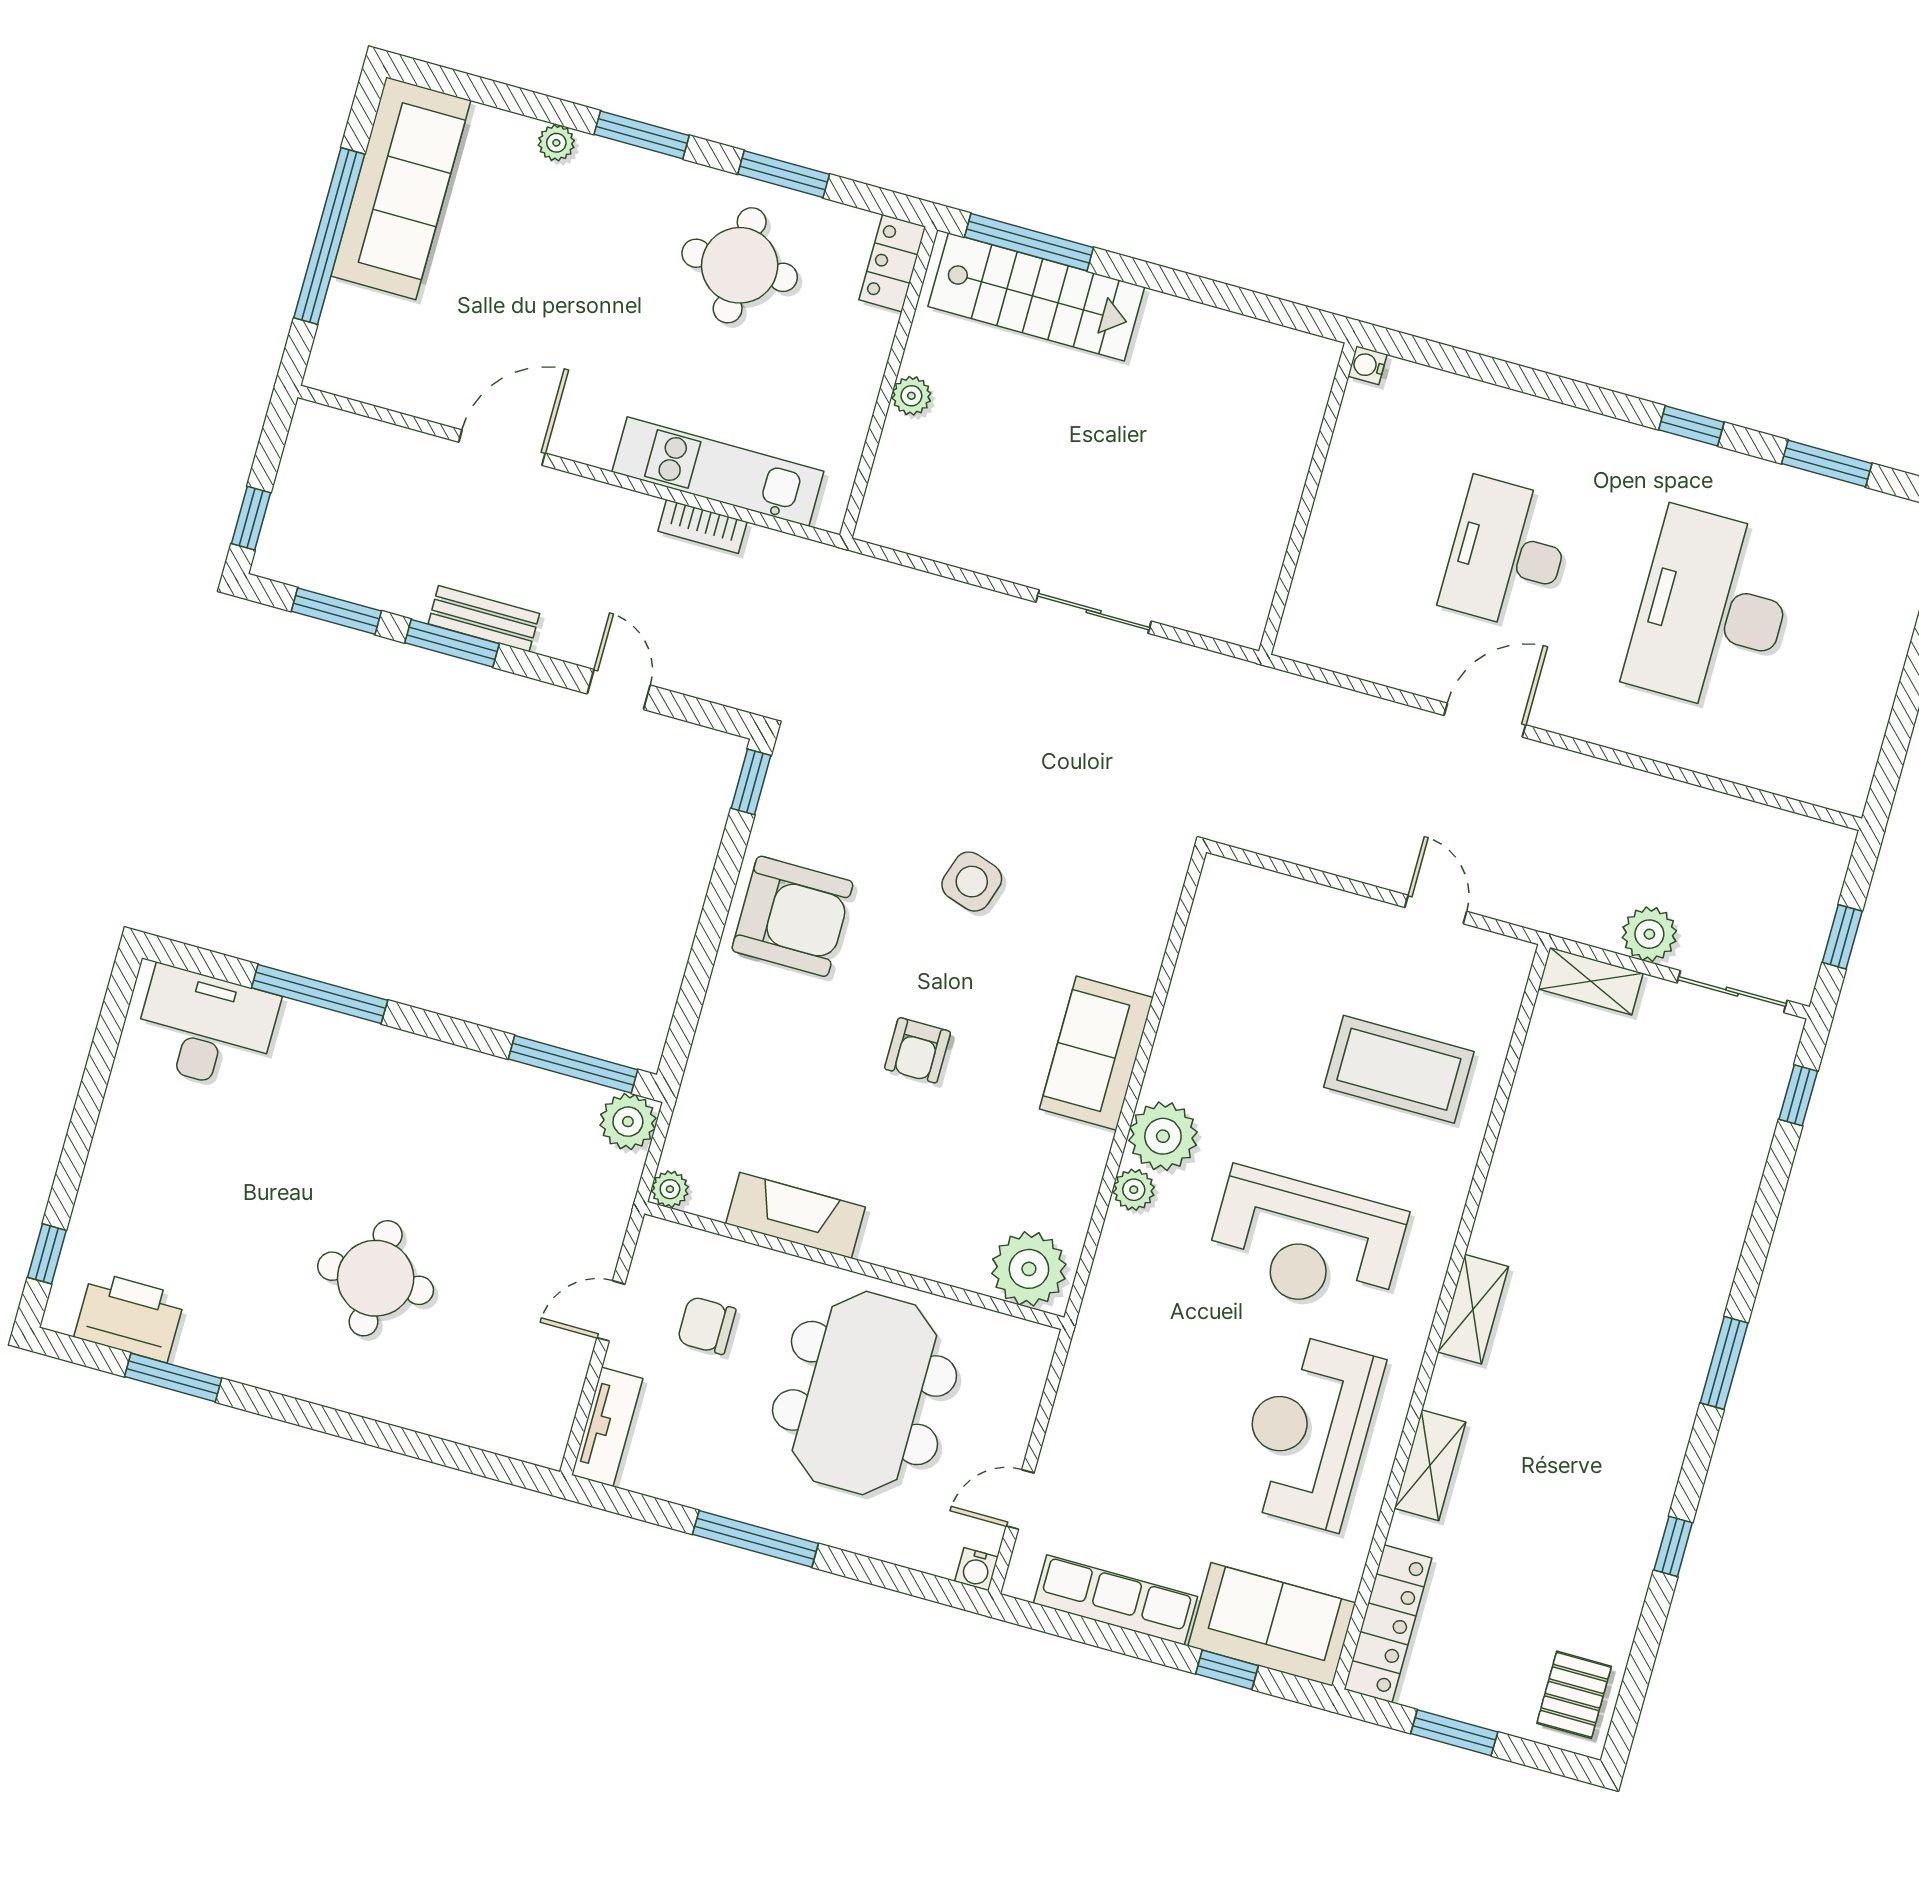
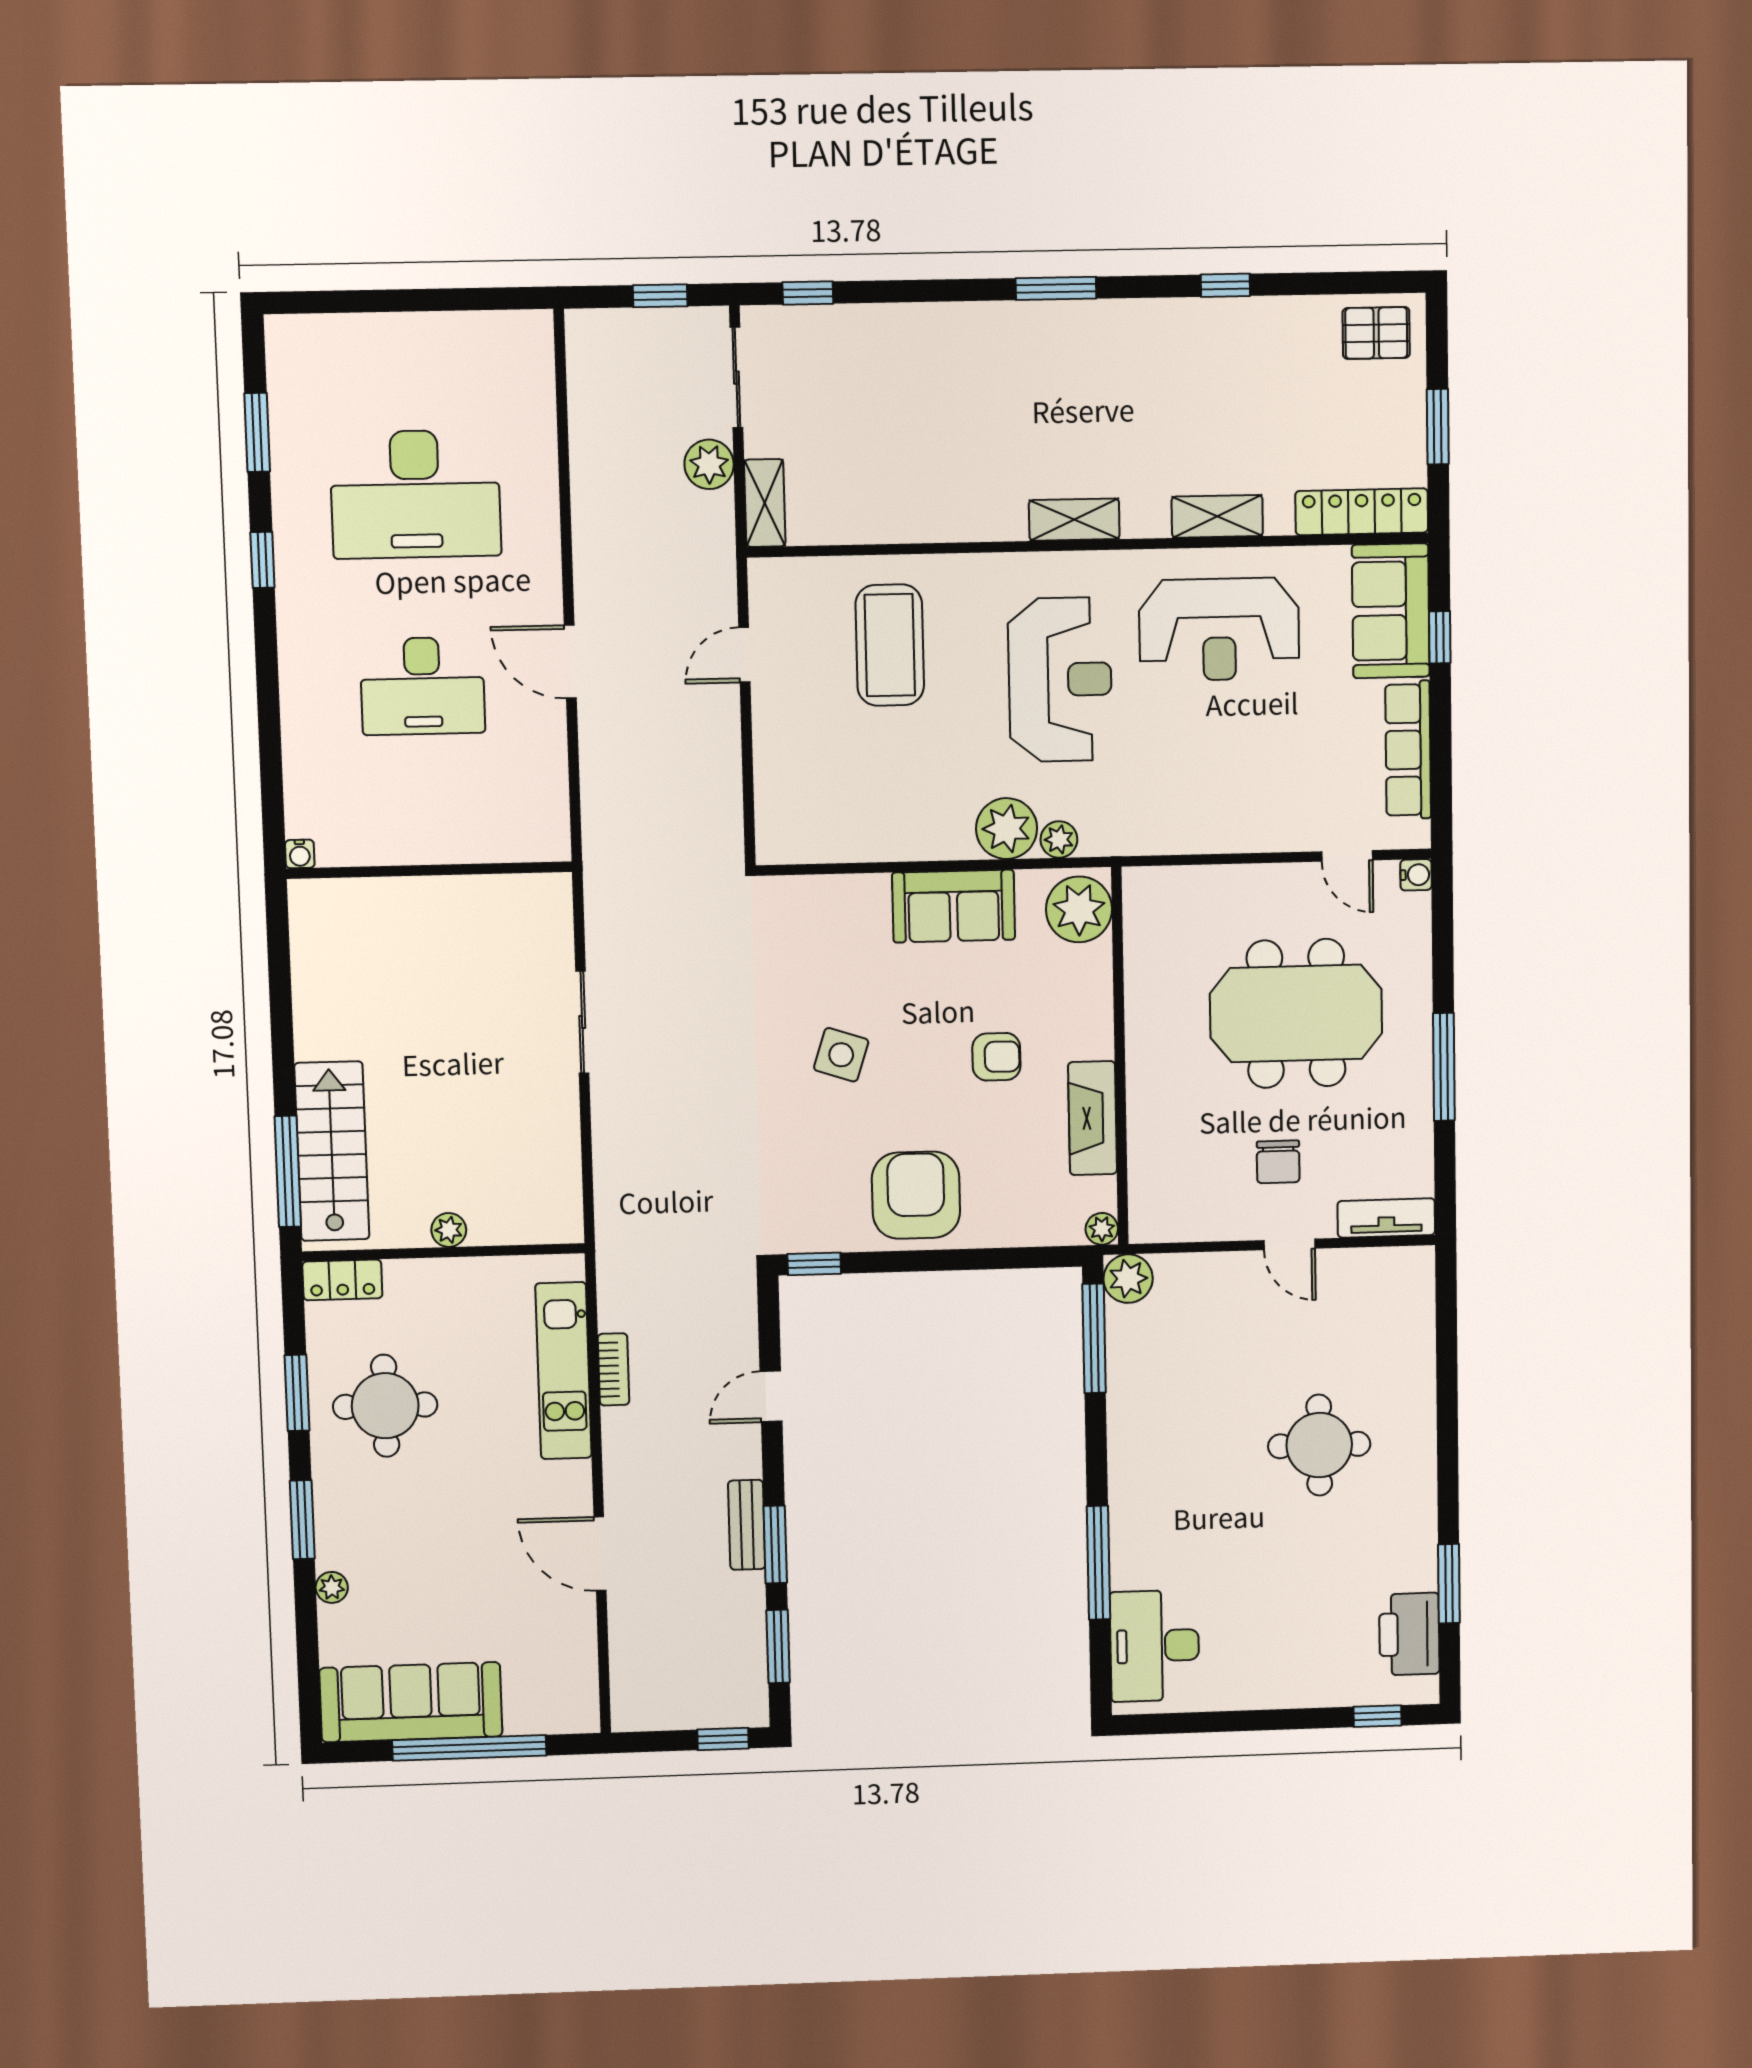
plant: (670, 1189) -> (1102, 1229), moved
fireplace: (796, 1215) -> (1092, 1118), moved
wall: (854, 1266) -> (1120, 1056), moved
plant: (1029, 1269) -> (1079, 909), moved

